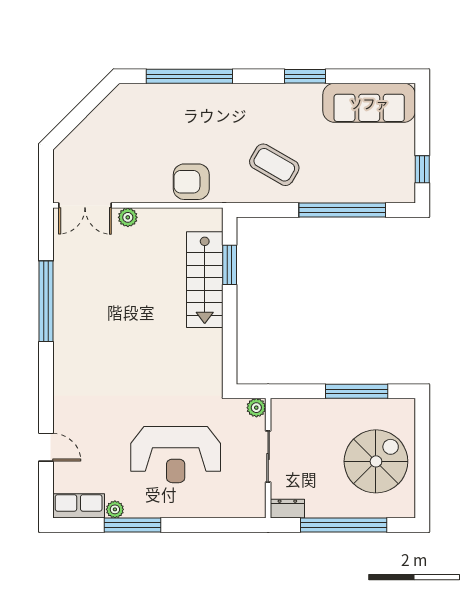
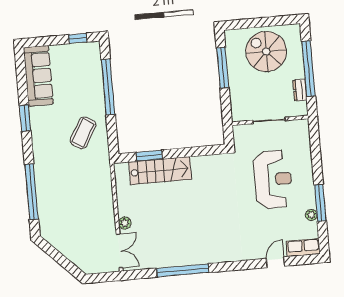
armchair: (191, 182) -> (98, 185), removed
plant: (256, 408) -> (239, 131), removed
row of seats: (79, 506) -> (303, 248), moved, turned 90
dresser: (287, 509) -> (300, 90), moved

